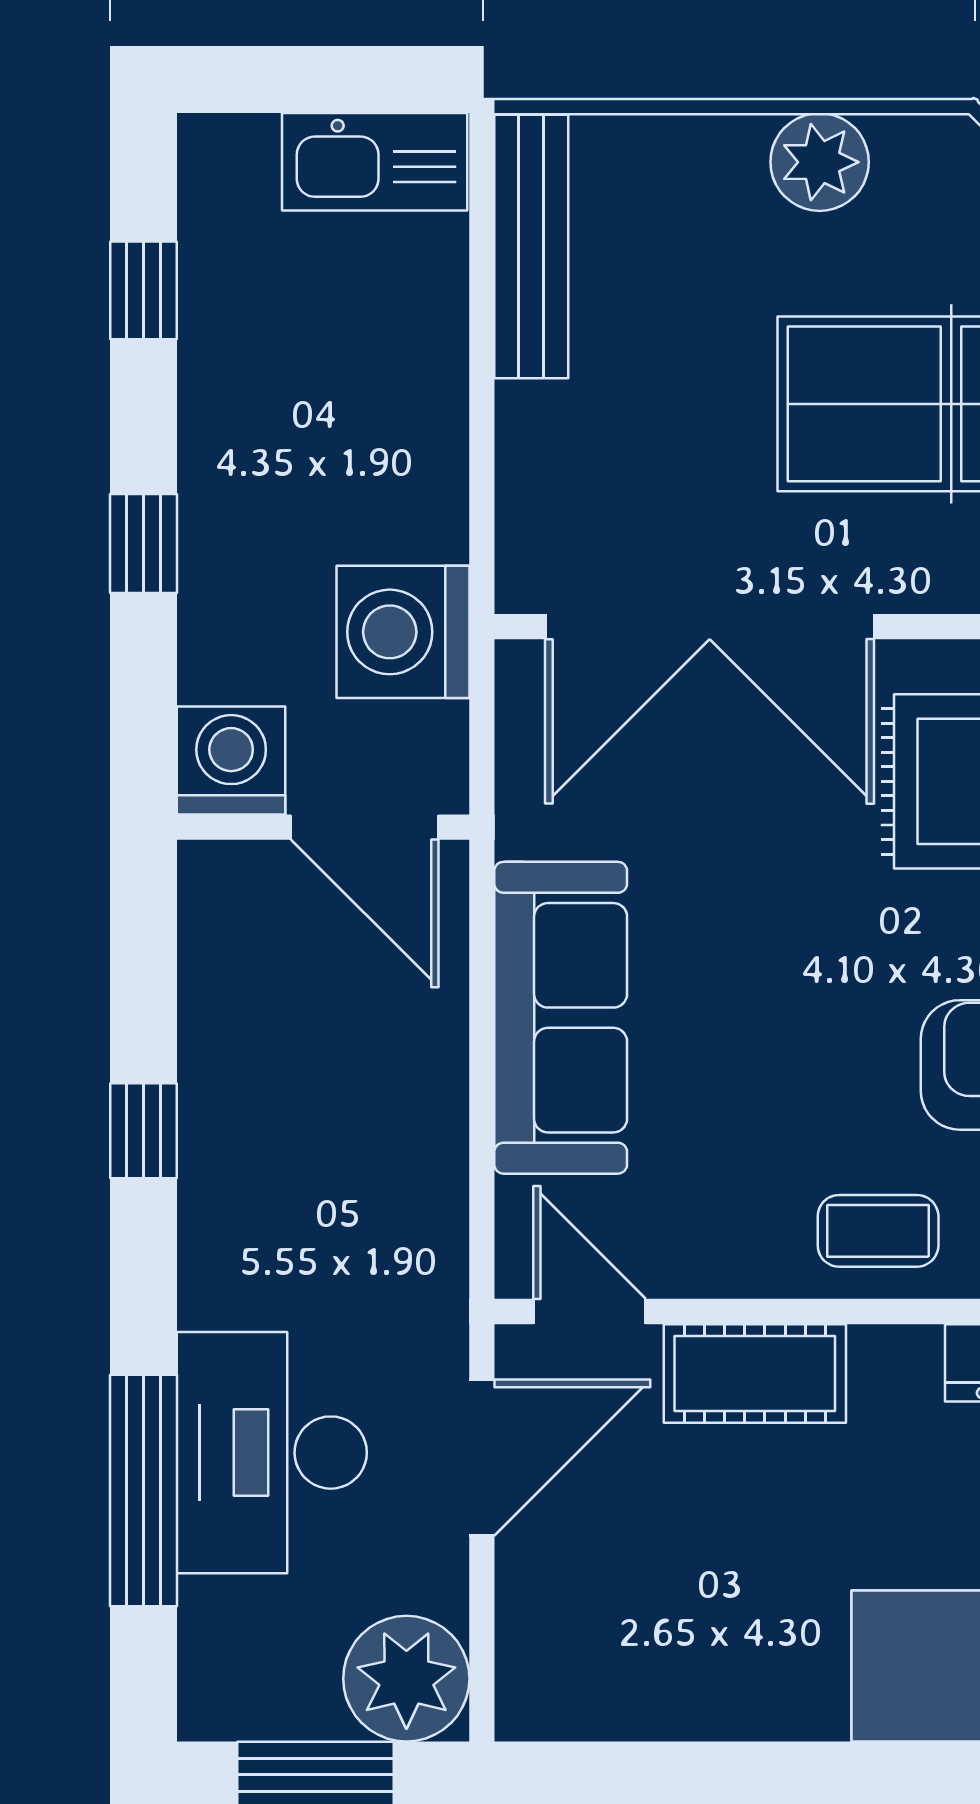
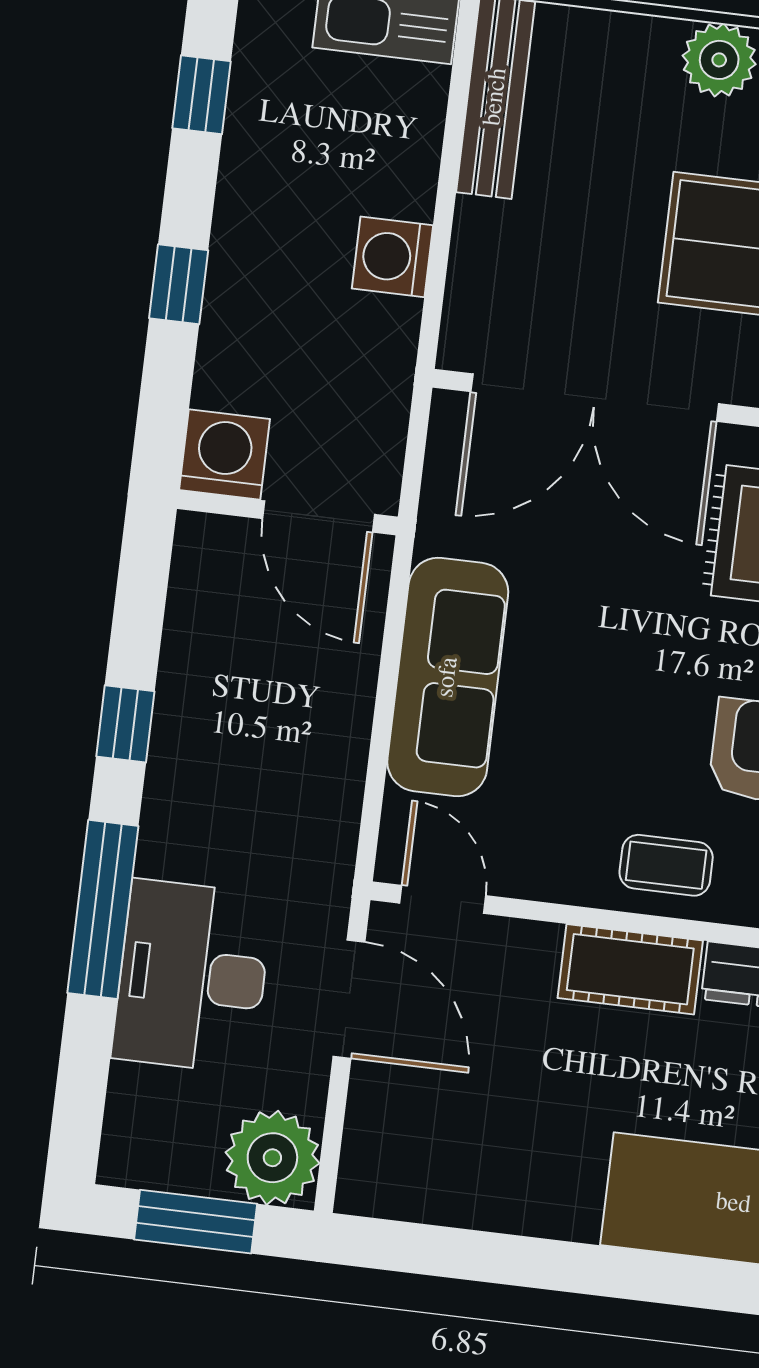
washing machine: (403, 632) -> (393, 257), moved, width x0.73, depth x0.73
cot: (755, 1373) -> (630, 969), moved
door: (482, 1458) -> (349, 999), hinge flipped
window: (144, 1491) -> (103, 909), moved

